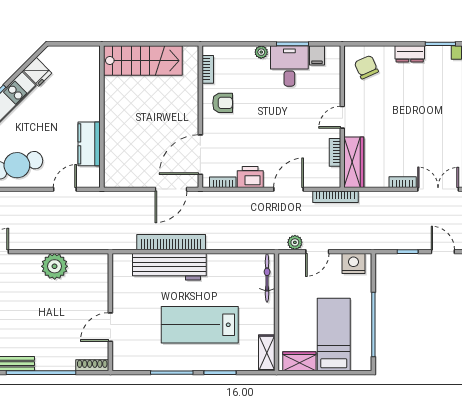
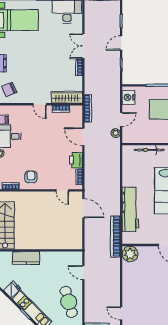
kitchen counter: (89, 144) -> (26, 258), moved
door: (200, 155) -> (62, 190), width x0.53
bookcase: (171, 242) -> (115, 236), moved
door: (317, 252) -> (121, 119), hinge flipped
plant: (55, 266) -> (130, 254), moved
bicycle: (267, 278) -> (149, 150), moved

